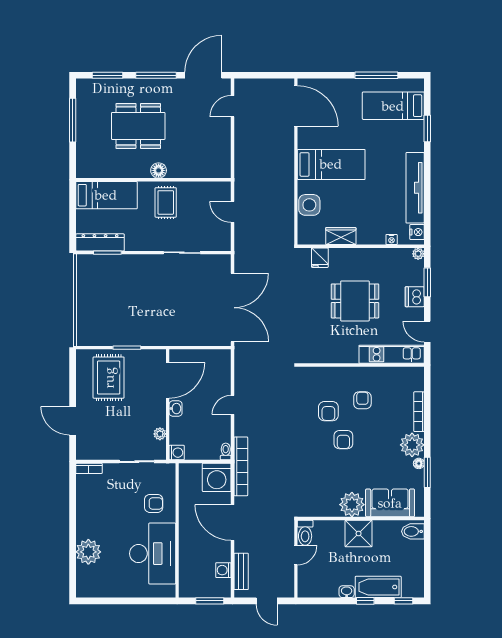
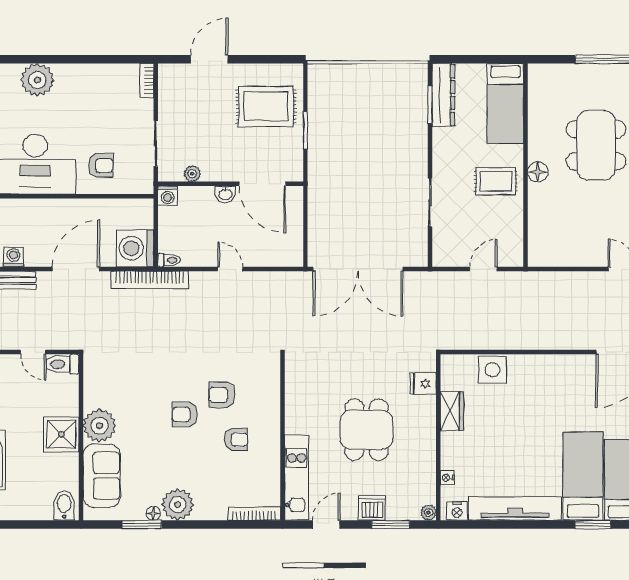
bed: (331, 164) -> (583, 476), moved, turned 180
bookcase: (419, 412) -> (254, 514), moved
armchair: (154, 503) -> (101, 165), turned -90

